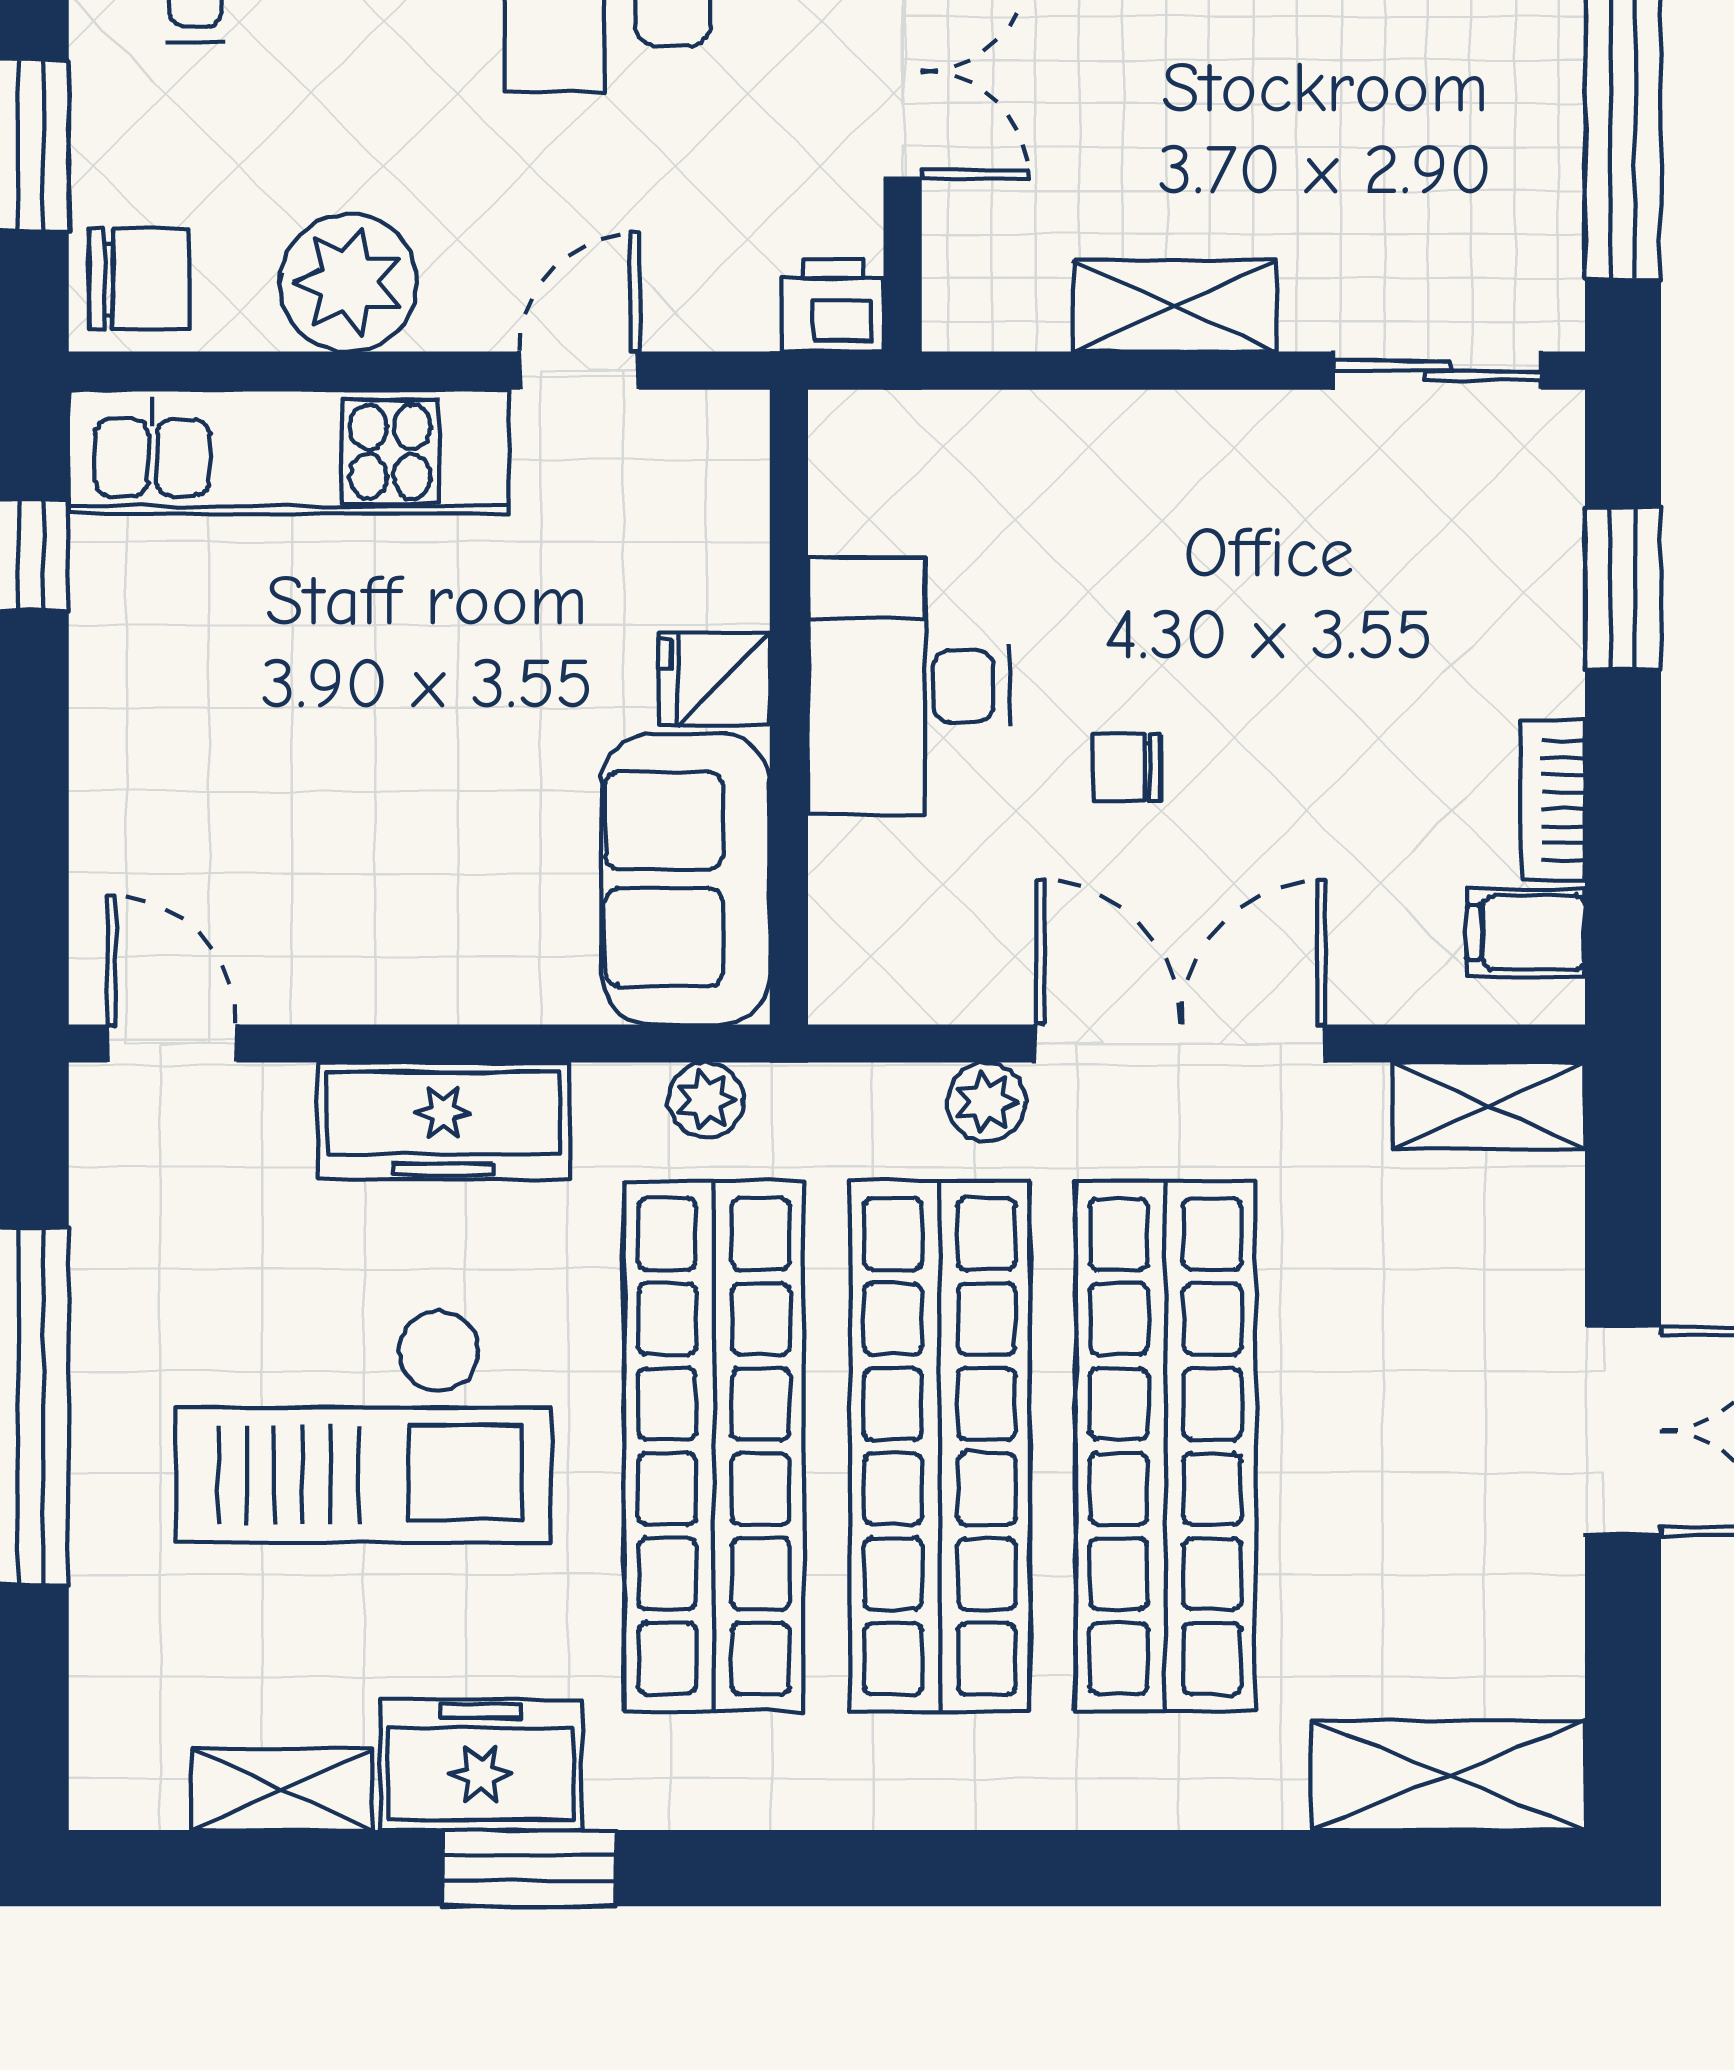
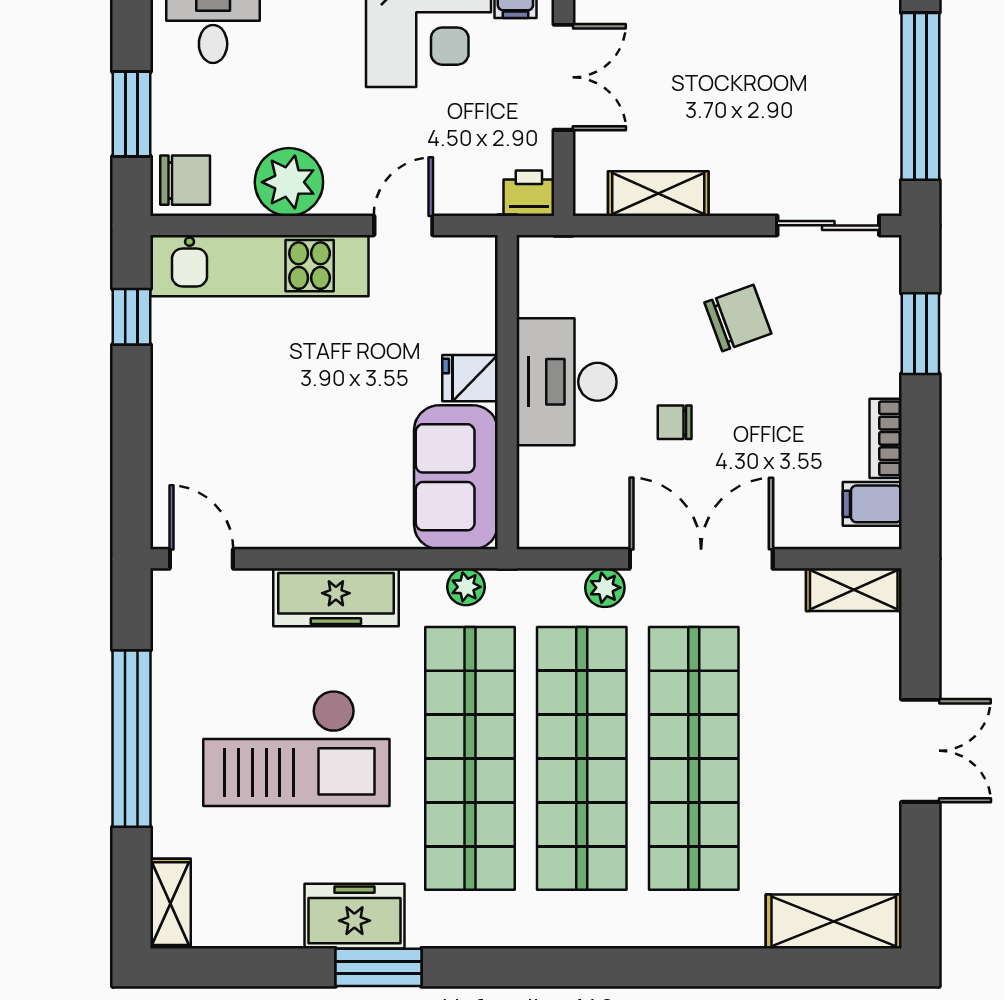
shelving: (1175, 306) -> (658, 194), moved
chair: (1255, 557) -> (738, 318), added
shelving: (282, 1789) -> (170, 904), moved, turned 90

